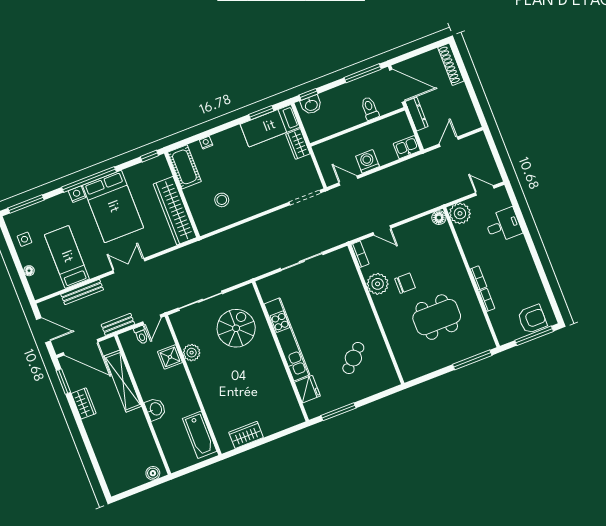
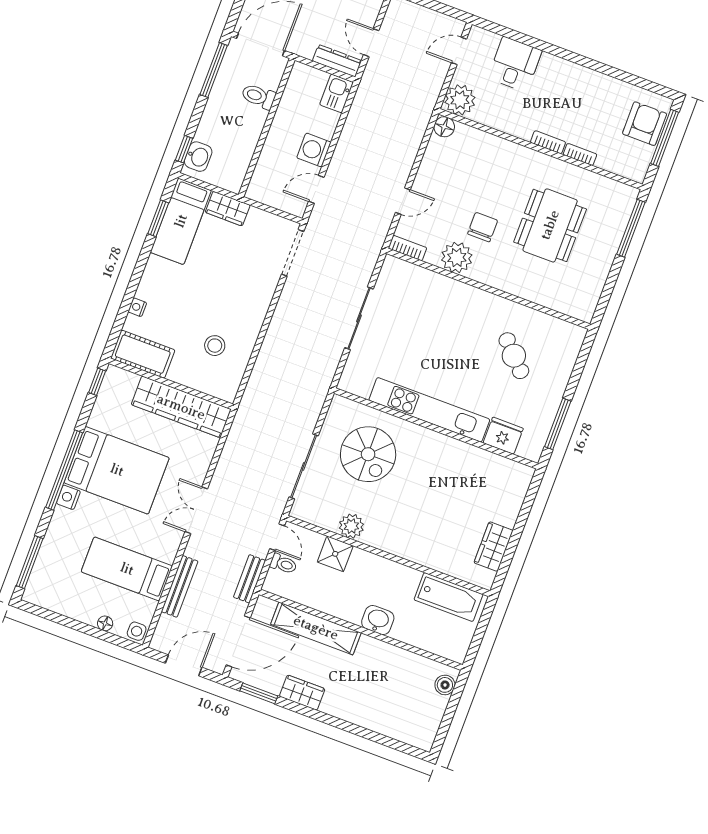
dresser: (417, 114) -> (337, 61), moved
side table: (25, 239) -> (137, 631), moved
spiral stairs: (236, 328) -> (368, 454), turned 180

